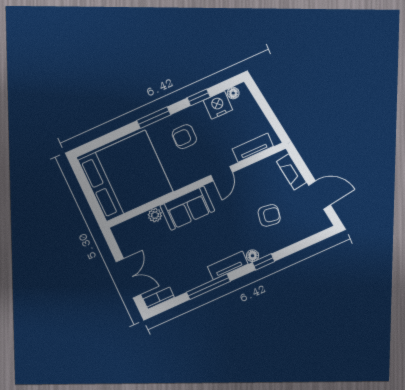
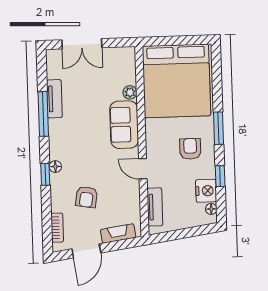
tv unit: (228, 265) -> (54, 99), moved
bookcase: (159, 298) -> (57, 228), moved

